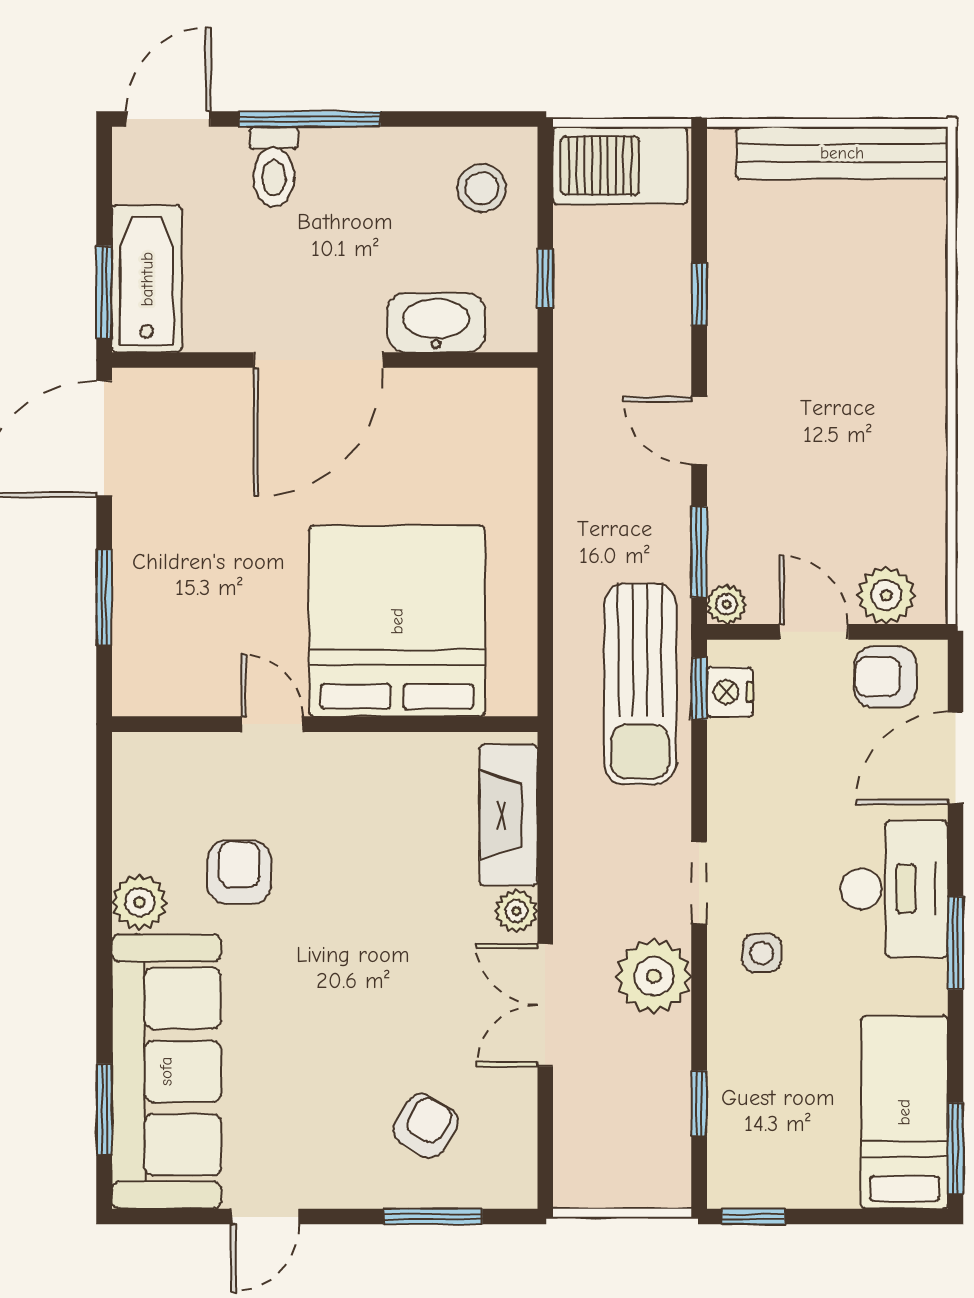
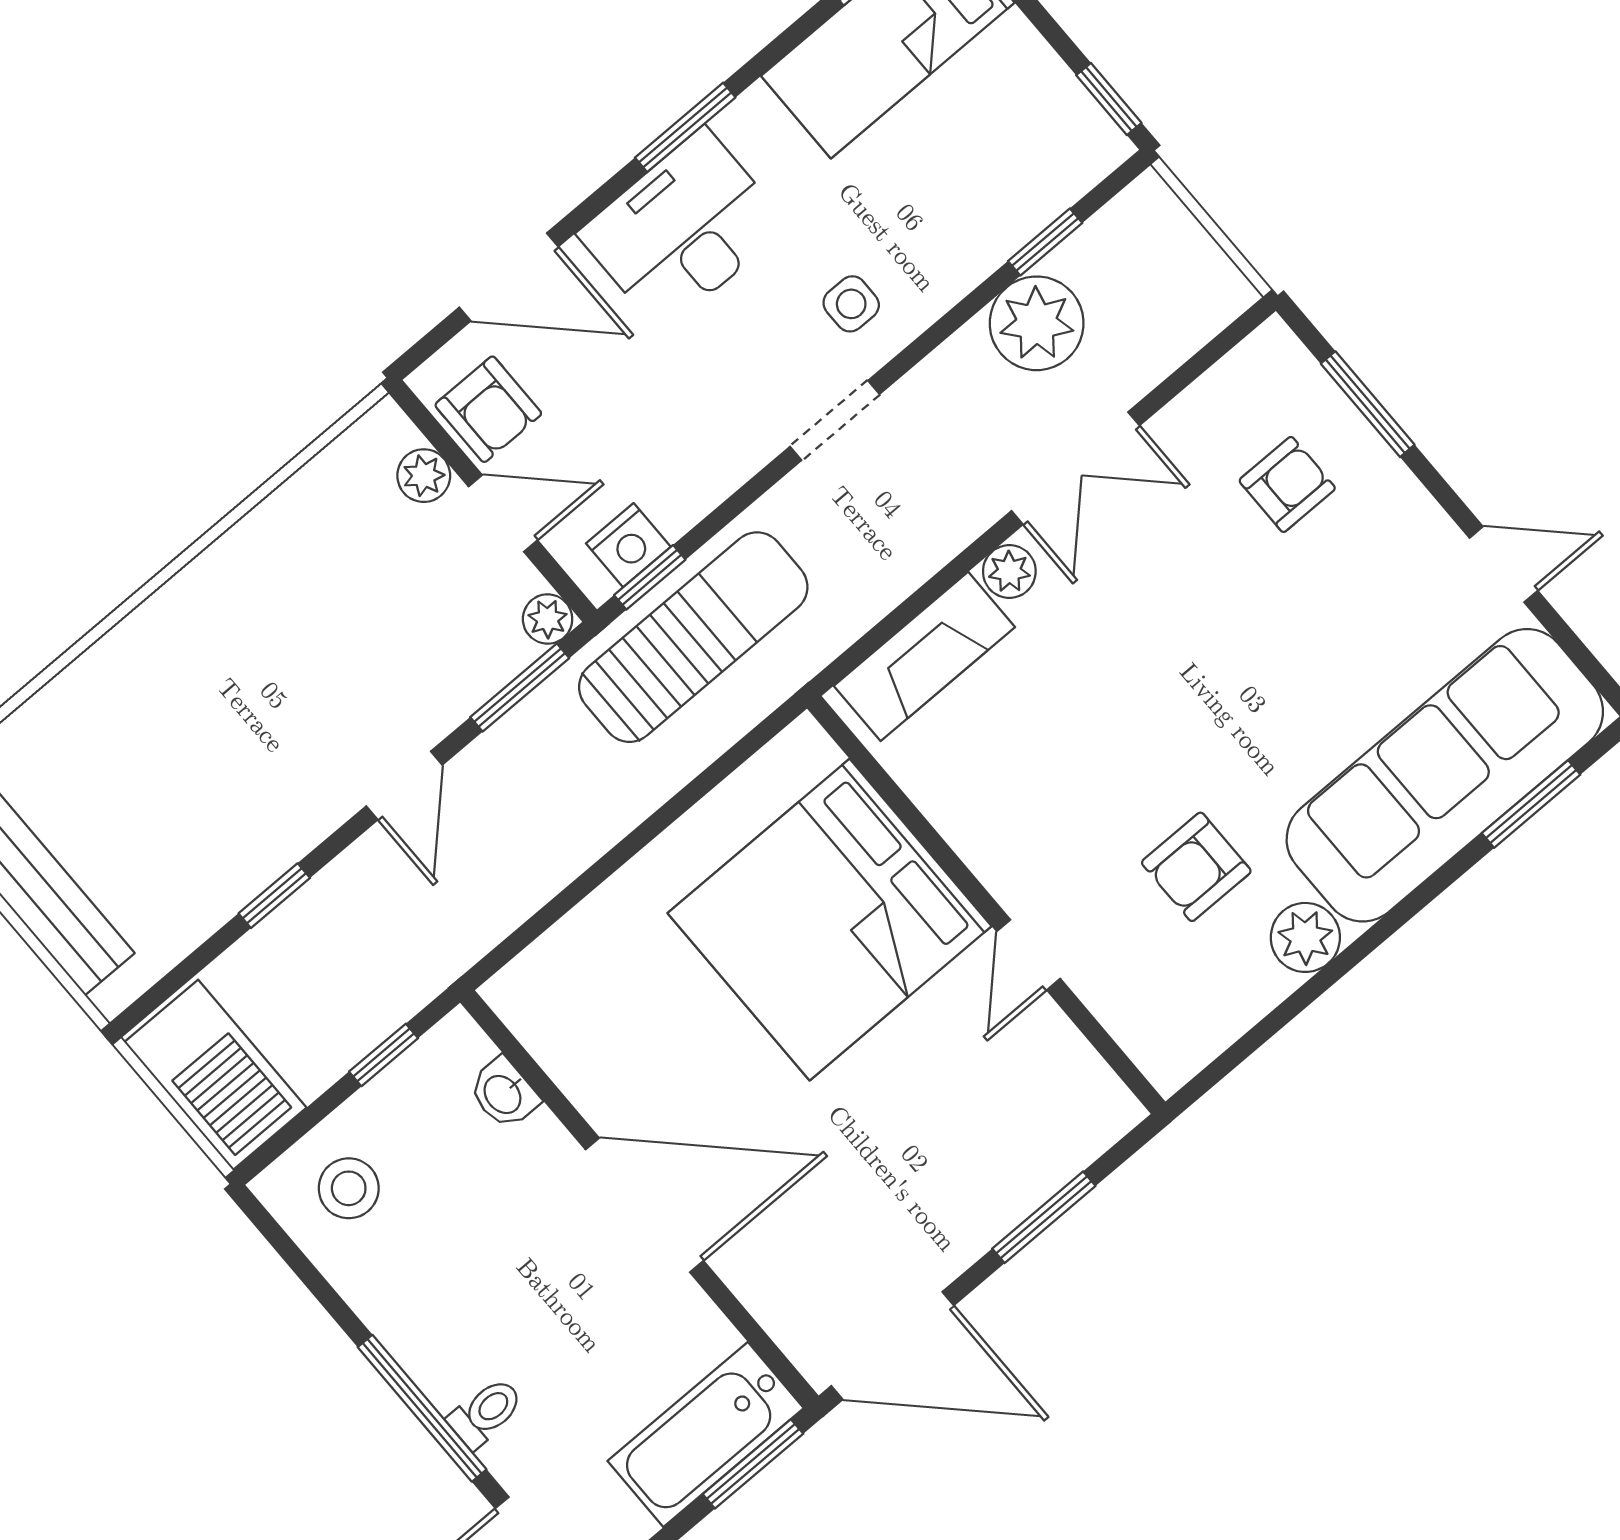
toilet: (274, 167) -> (486, 1413), width x0.73, depth x0.72
washbasin: (436, 323) -> (504, 1094), width x0.52, depth x0.69
plant: (886, 595) -> (424, 476), width x0.73, depth x0.73
door: (814, 632) -> (503, 513), swing flipped
plant: (654, 976) -> (1037, 323), moved
armchair: (426, 1126) -> (1287, 484), turned 149

